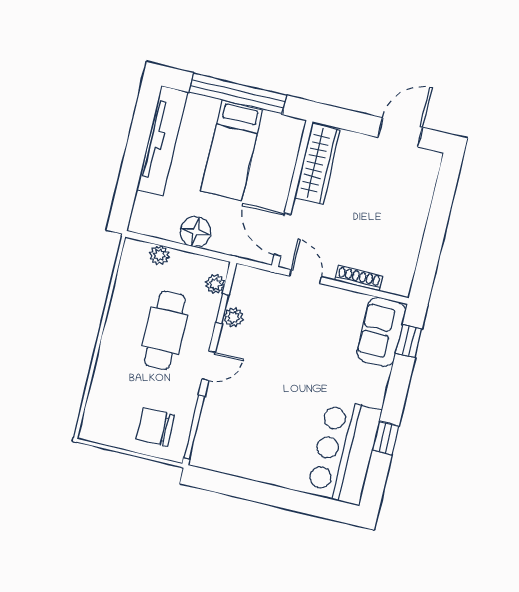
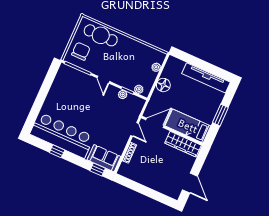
window: (238, 94) -> (220, 115), width x0.47
bed: (232, 150) -> (188, 126), moved
door: (305, 277) -> (135, 129), hinge flipped
cafe table: (165, 330) -> (101, 35), moved
bar counter: (344, 452) -> (62, 135), width x1.36

